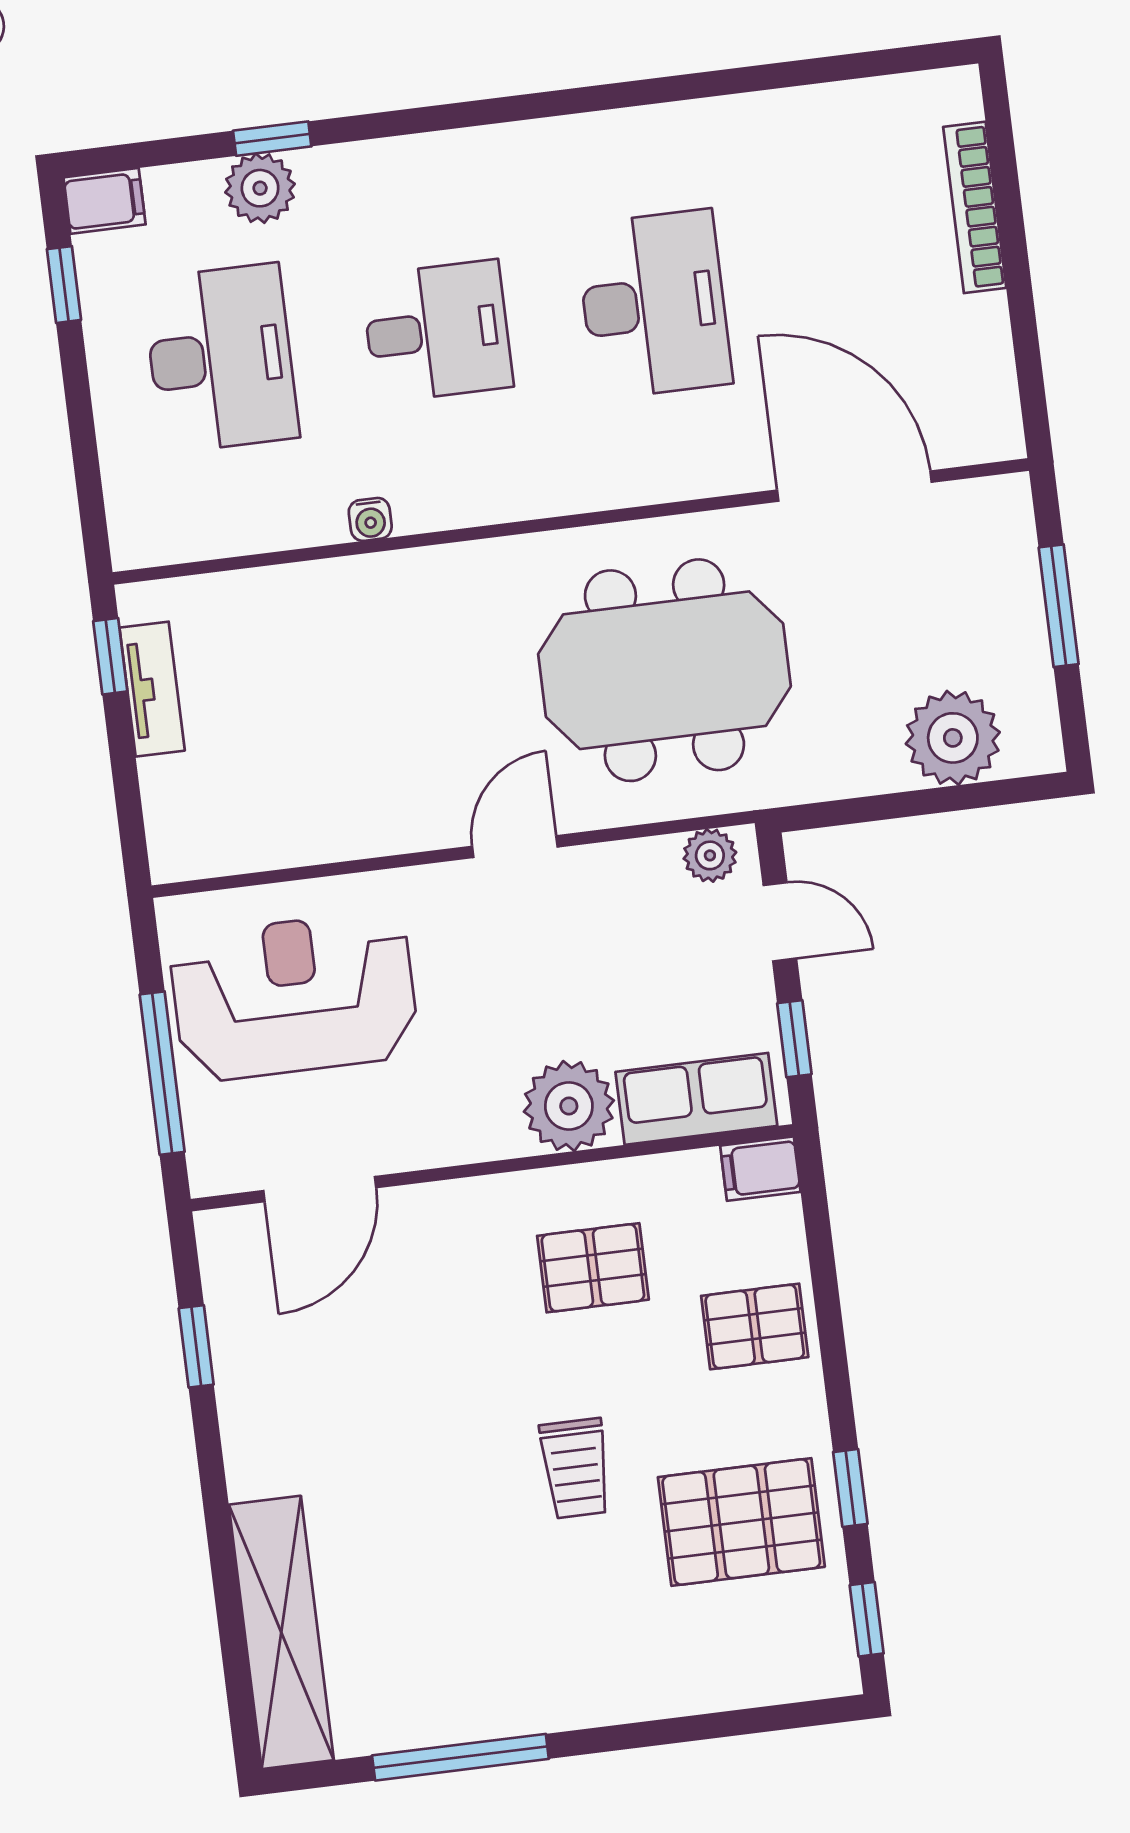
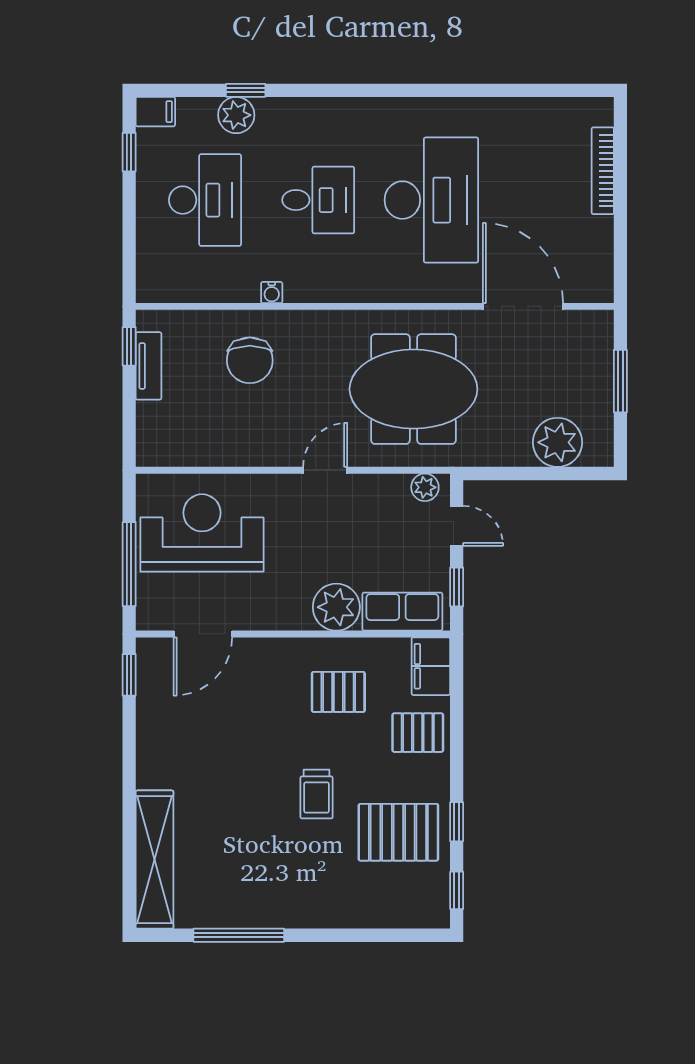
desk: (654, 304) -> (431, 200), width x1.36, depth x1.30
chair: (344, 654) -> (250, 360), added
filing cabinet: (760, 1169) -> (431, 666), width x2.00
window: (196, 1346) -> (129, 675), moved

